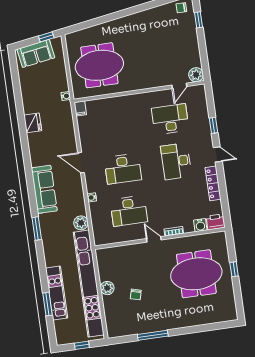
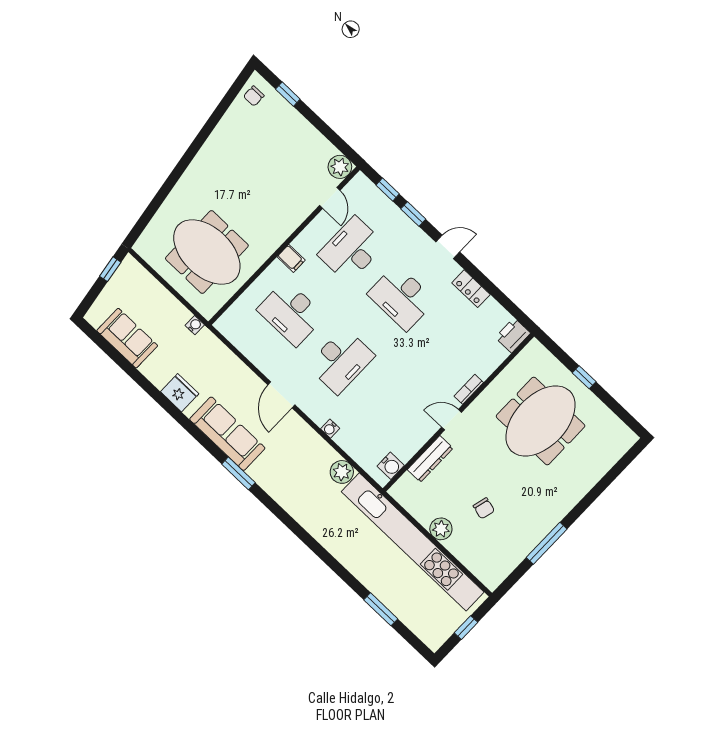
sofa: (36, 53) -> (127, 338), moved, turned -81
meeting table: (99, 65) -> (207, 252), turned 90
window: (211, 104) -> (388, 190), added
filing cabinet: (80, 109) -> (291, 258), moved
door: (81, 163) -> (281, 395), hinge flipped
locker: (213, 183) -> (471, 289), width x0.66
sofa: (44, 189) -> (227, 434), moved
desk: (129, 211) -> (291, 313), moved, turned 90
water cooler: (200, 225) -> (391, 466), moved
window: (37, 228) -> (238, 473), moved
dresser: (129, 250) -> (430, 459), added
kitchen unit: (57, 293) -> (381, 586), removed

